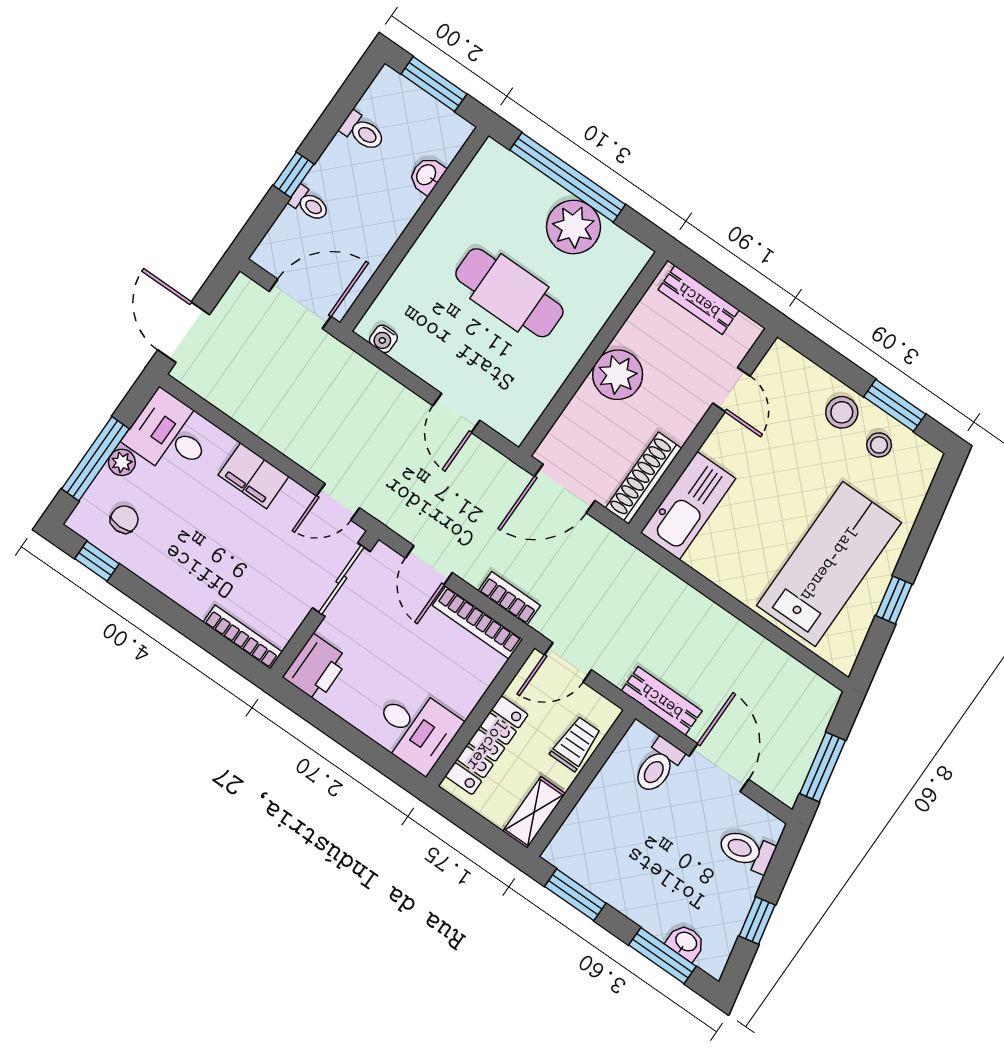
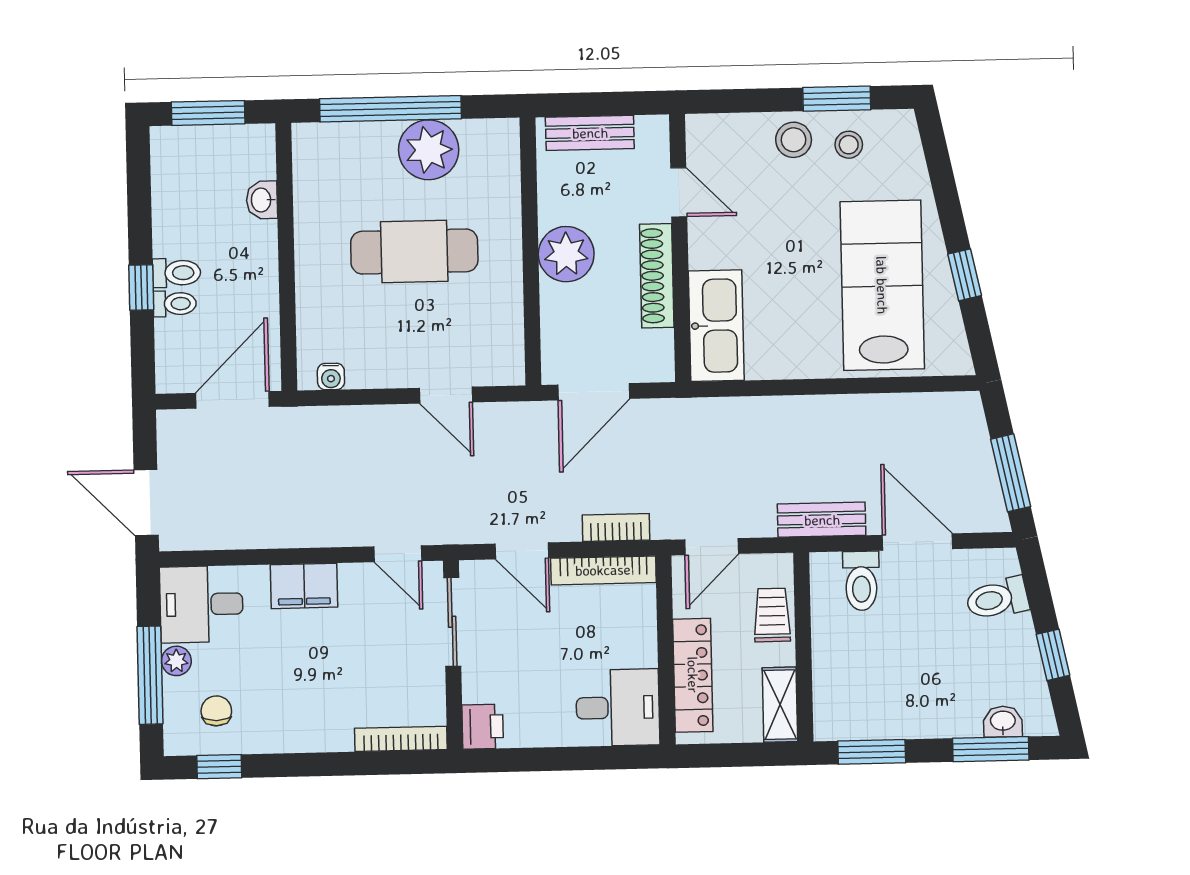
toilet: (362, 132) -> (177, 273), moved
shoe rack: (644, 478) -> (657, 276), moved
door: (338, 502) -> (398, 554), hinge flipped
printer: (316, 668) -> (483, 727), width x0.73, depth x0.81

